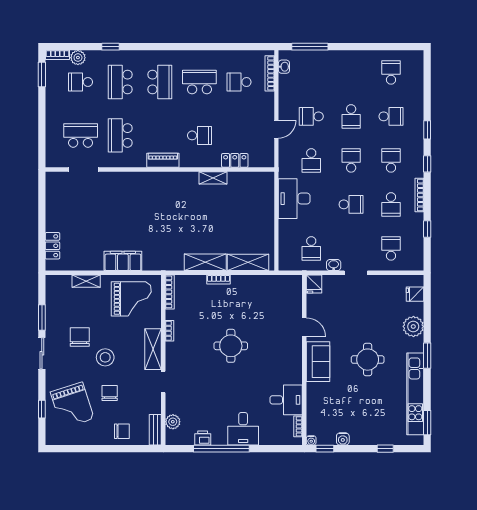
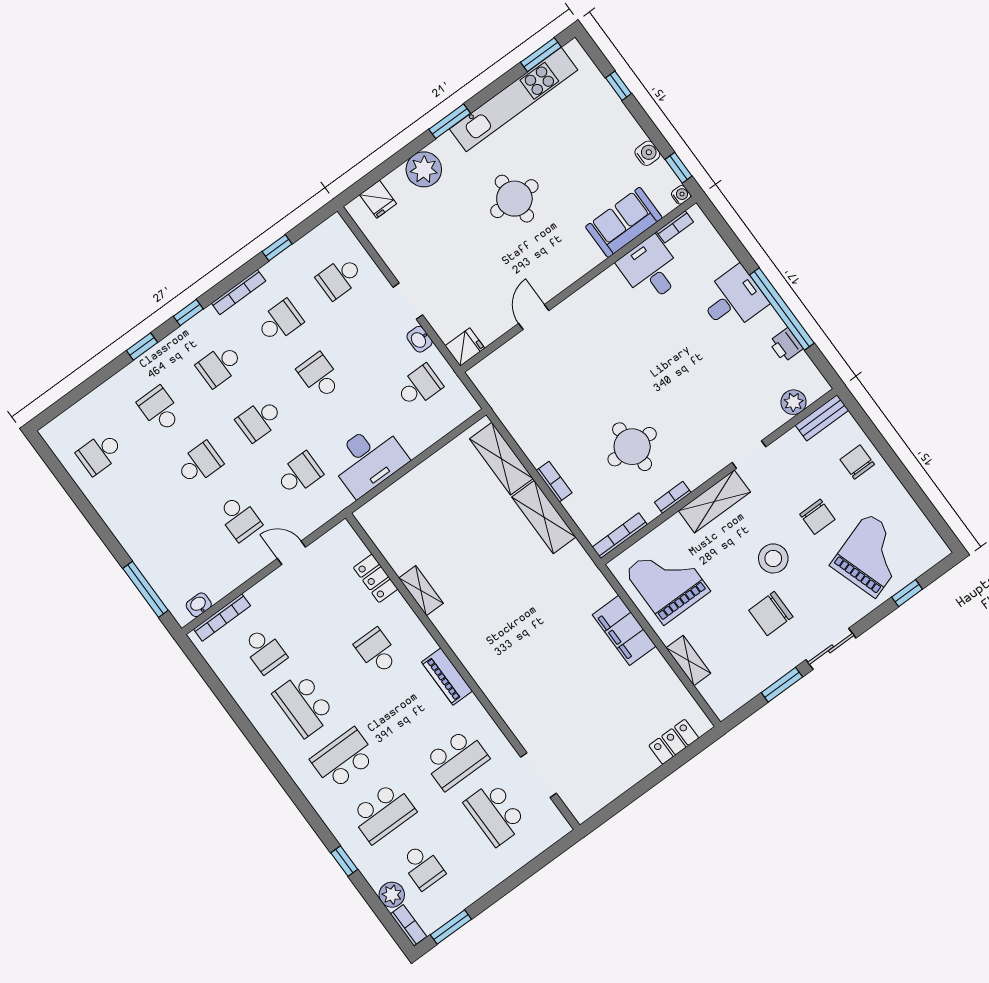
round table: (231, 346) -> (632, 447), moved
sofa: (318, 362) -> (624, 222), moved
chair: (110, 393) -> (817, 517), turned -90

